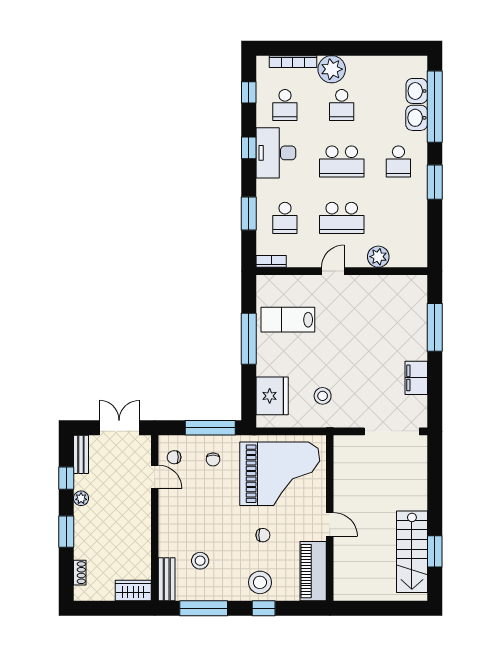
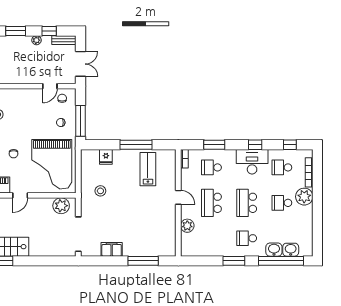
fridge: (272, 396) -> (106, 157), width x0.53, depth x0.75
plant: (346, 459) -> (61, 206), added

